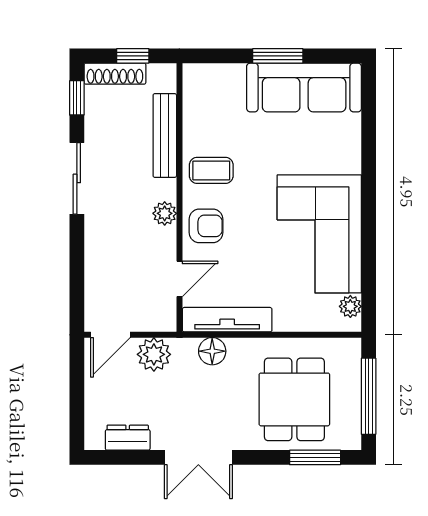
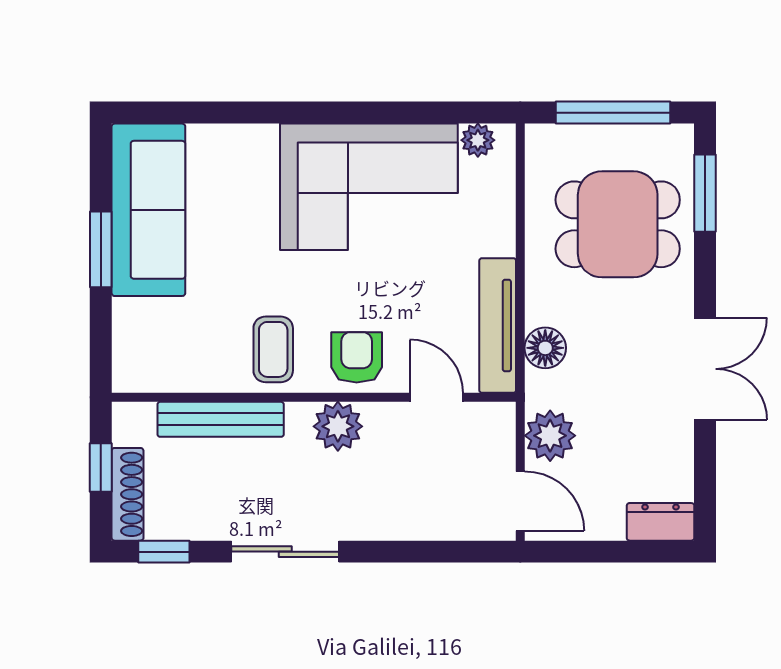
plant: (165, 213) -> (338, 426), width x1.38, depth x1.38
dresser: (128, 438) -> (661, 522), moved, turned 90

